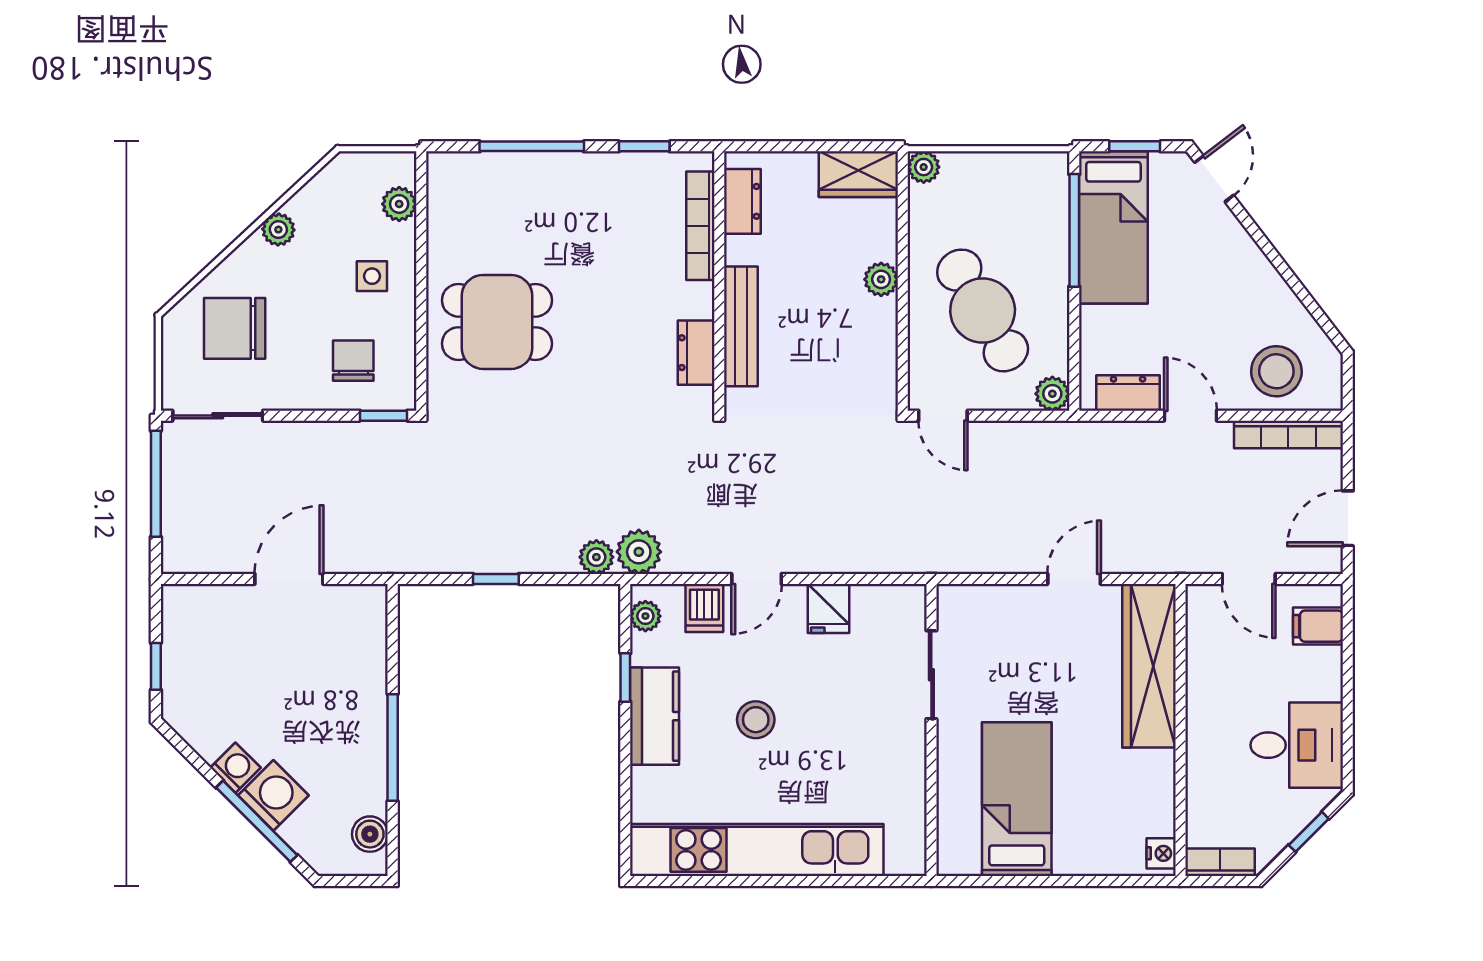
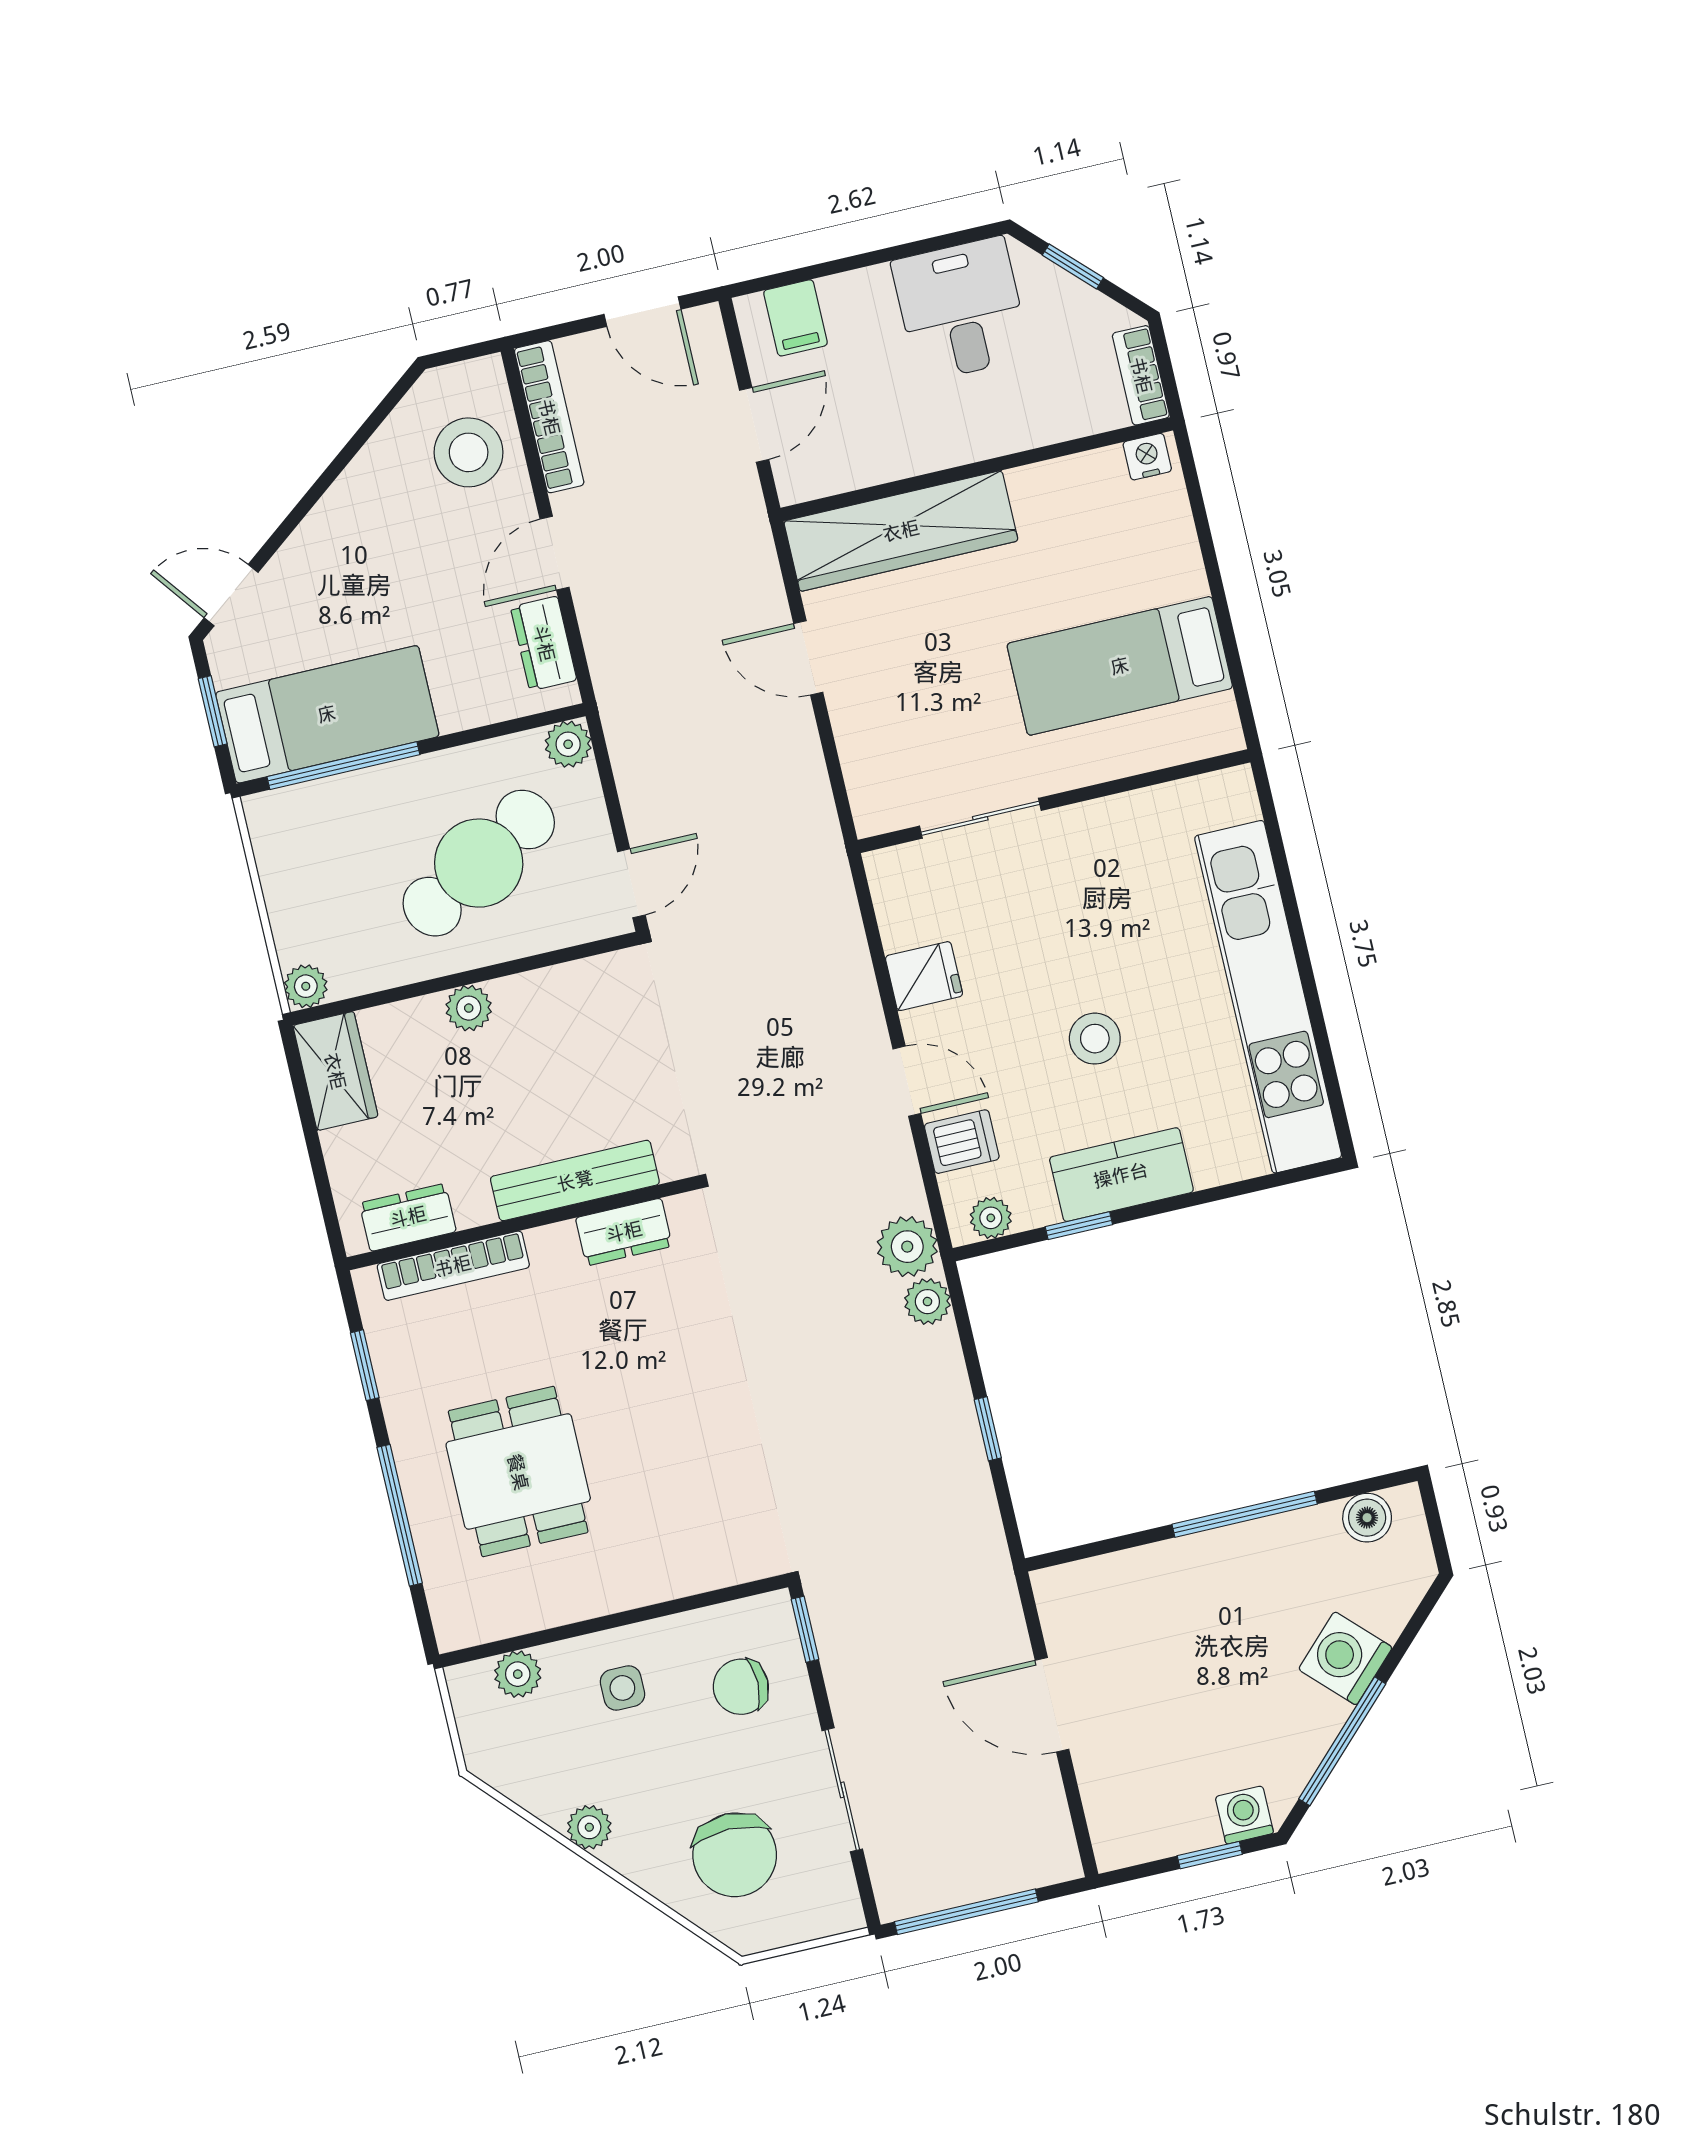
dining table: (497, 322) -> (518, 1472), moved
sliding door: (218, 416) -> (842, 1790), moved
washing machine: (235, 768) -> (1244, 1815), moved, turned 45
window: (257, 821) -> (1342, 1741), moved

